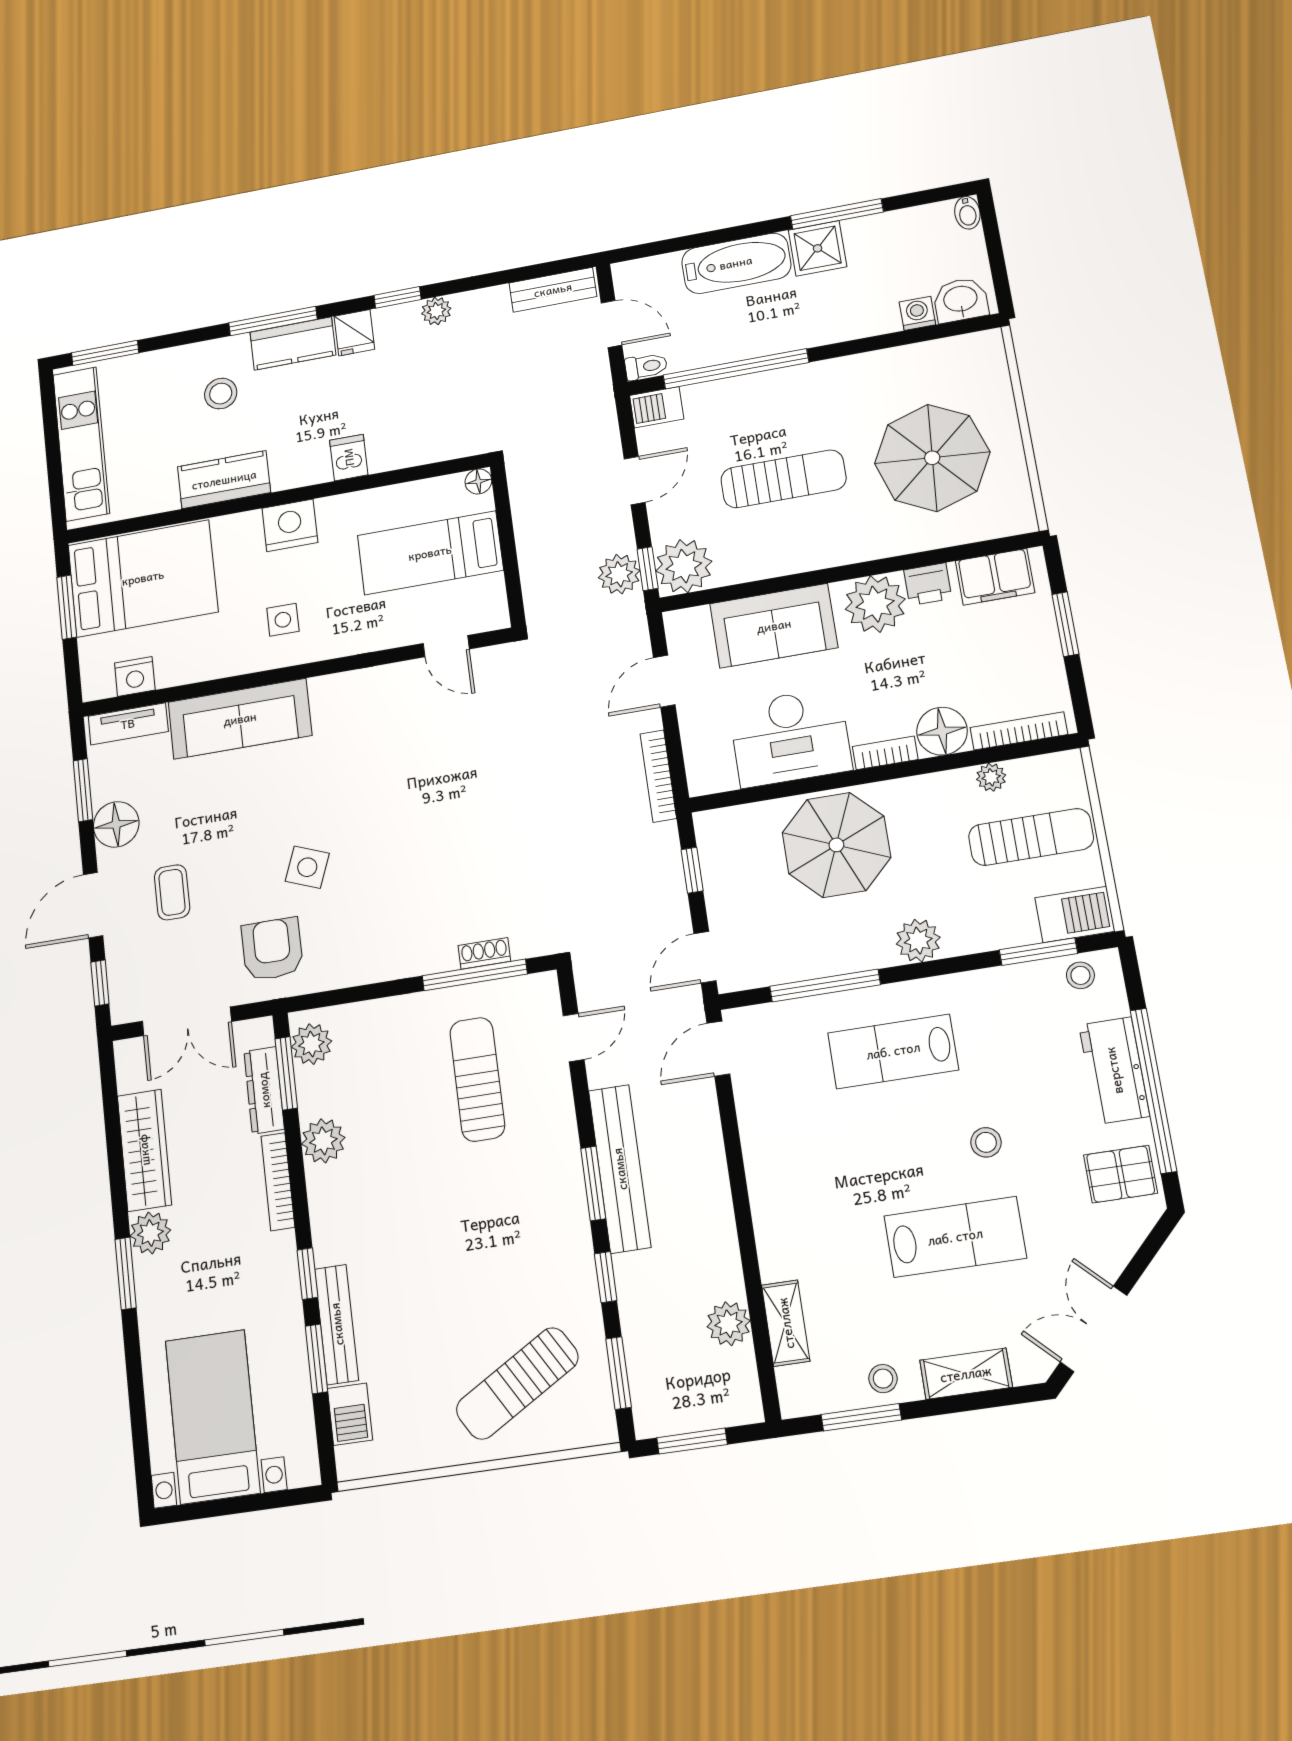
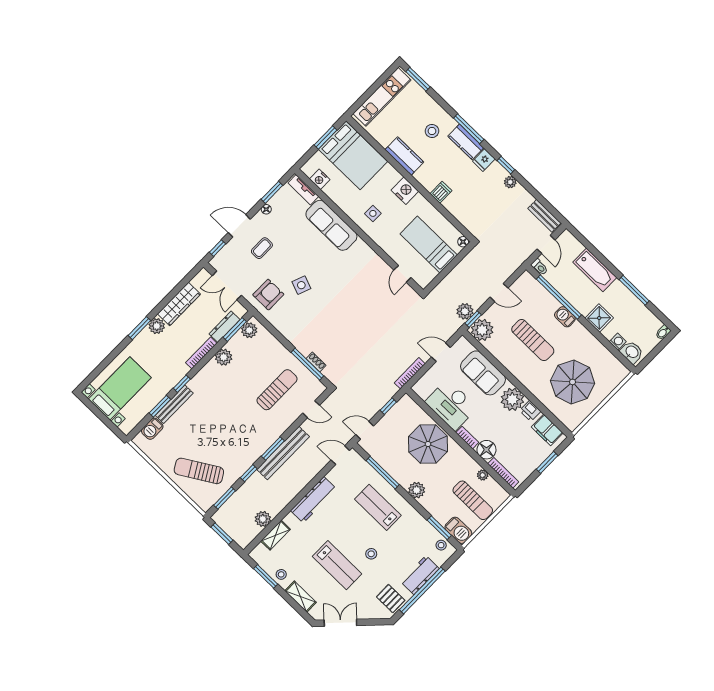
shower: (818, 248) -> (599, 318), moved
barbecue: (657, 407) -> (565, 317), moved
floor lamp: (116, 824) -> (266, 209), width x0.53, depth x0.53
workbench: (771, 1179) -> (314, 500), added

